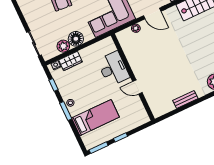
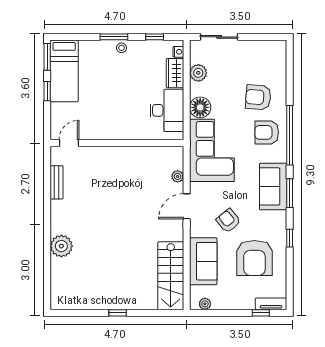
floor lamp: (76, 39) -> (200, 107), moved
desk: (113, 69) -> (167, 110), moved, turned -90
door: (137, 87) -> (69, 143), moved
bench: (185, 99) -> (57, 182), moved
bed: (95, 118) -> (64, 71), moved

